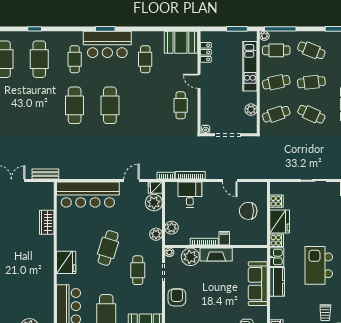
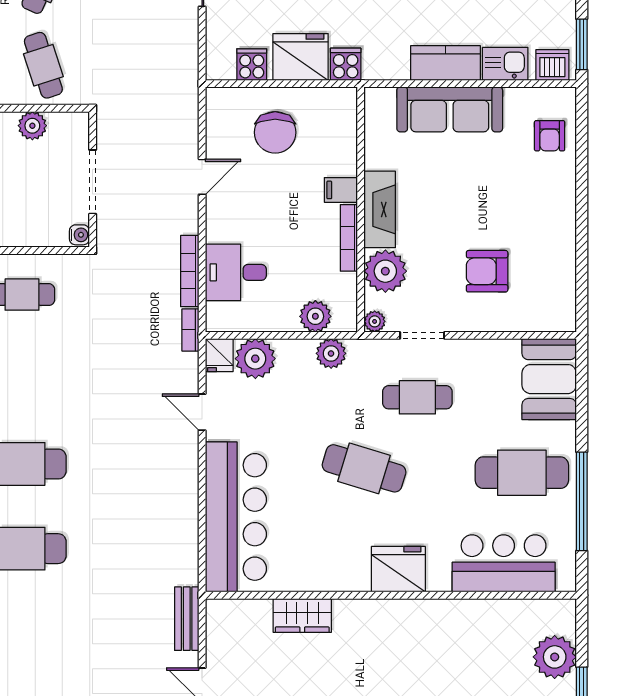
kitchen sink: (277, 257) -> (505, 64), moved
armchair: (177, 297) -> (487, 271), moved

